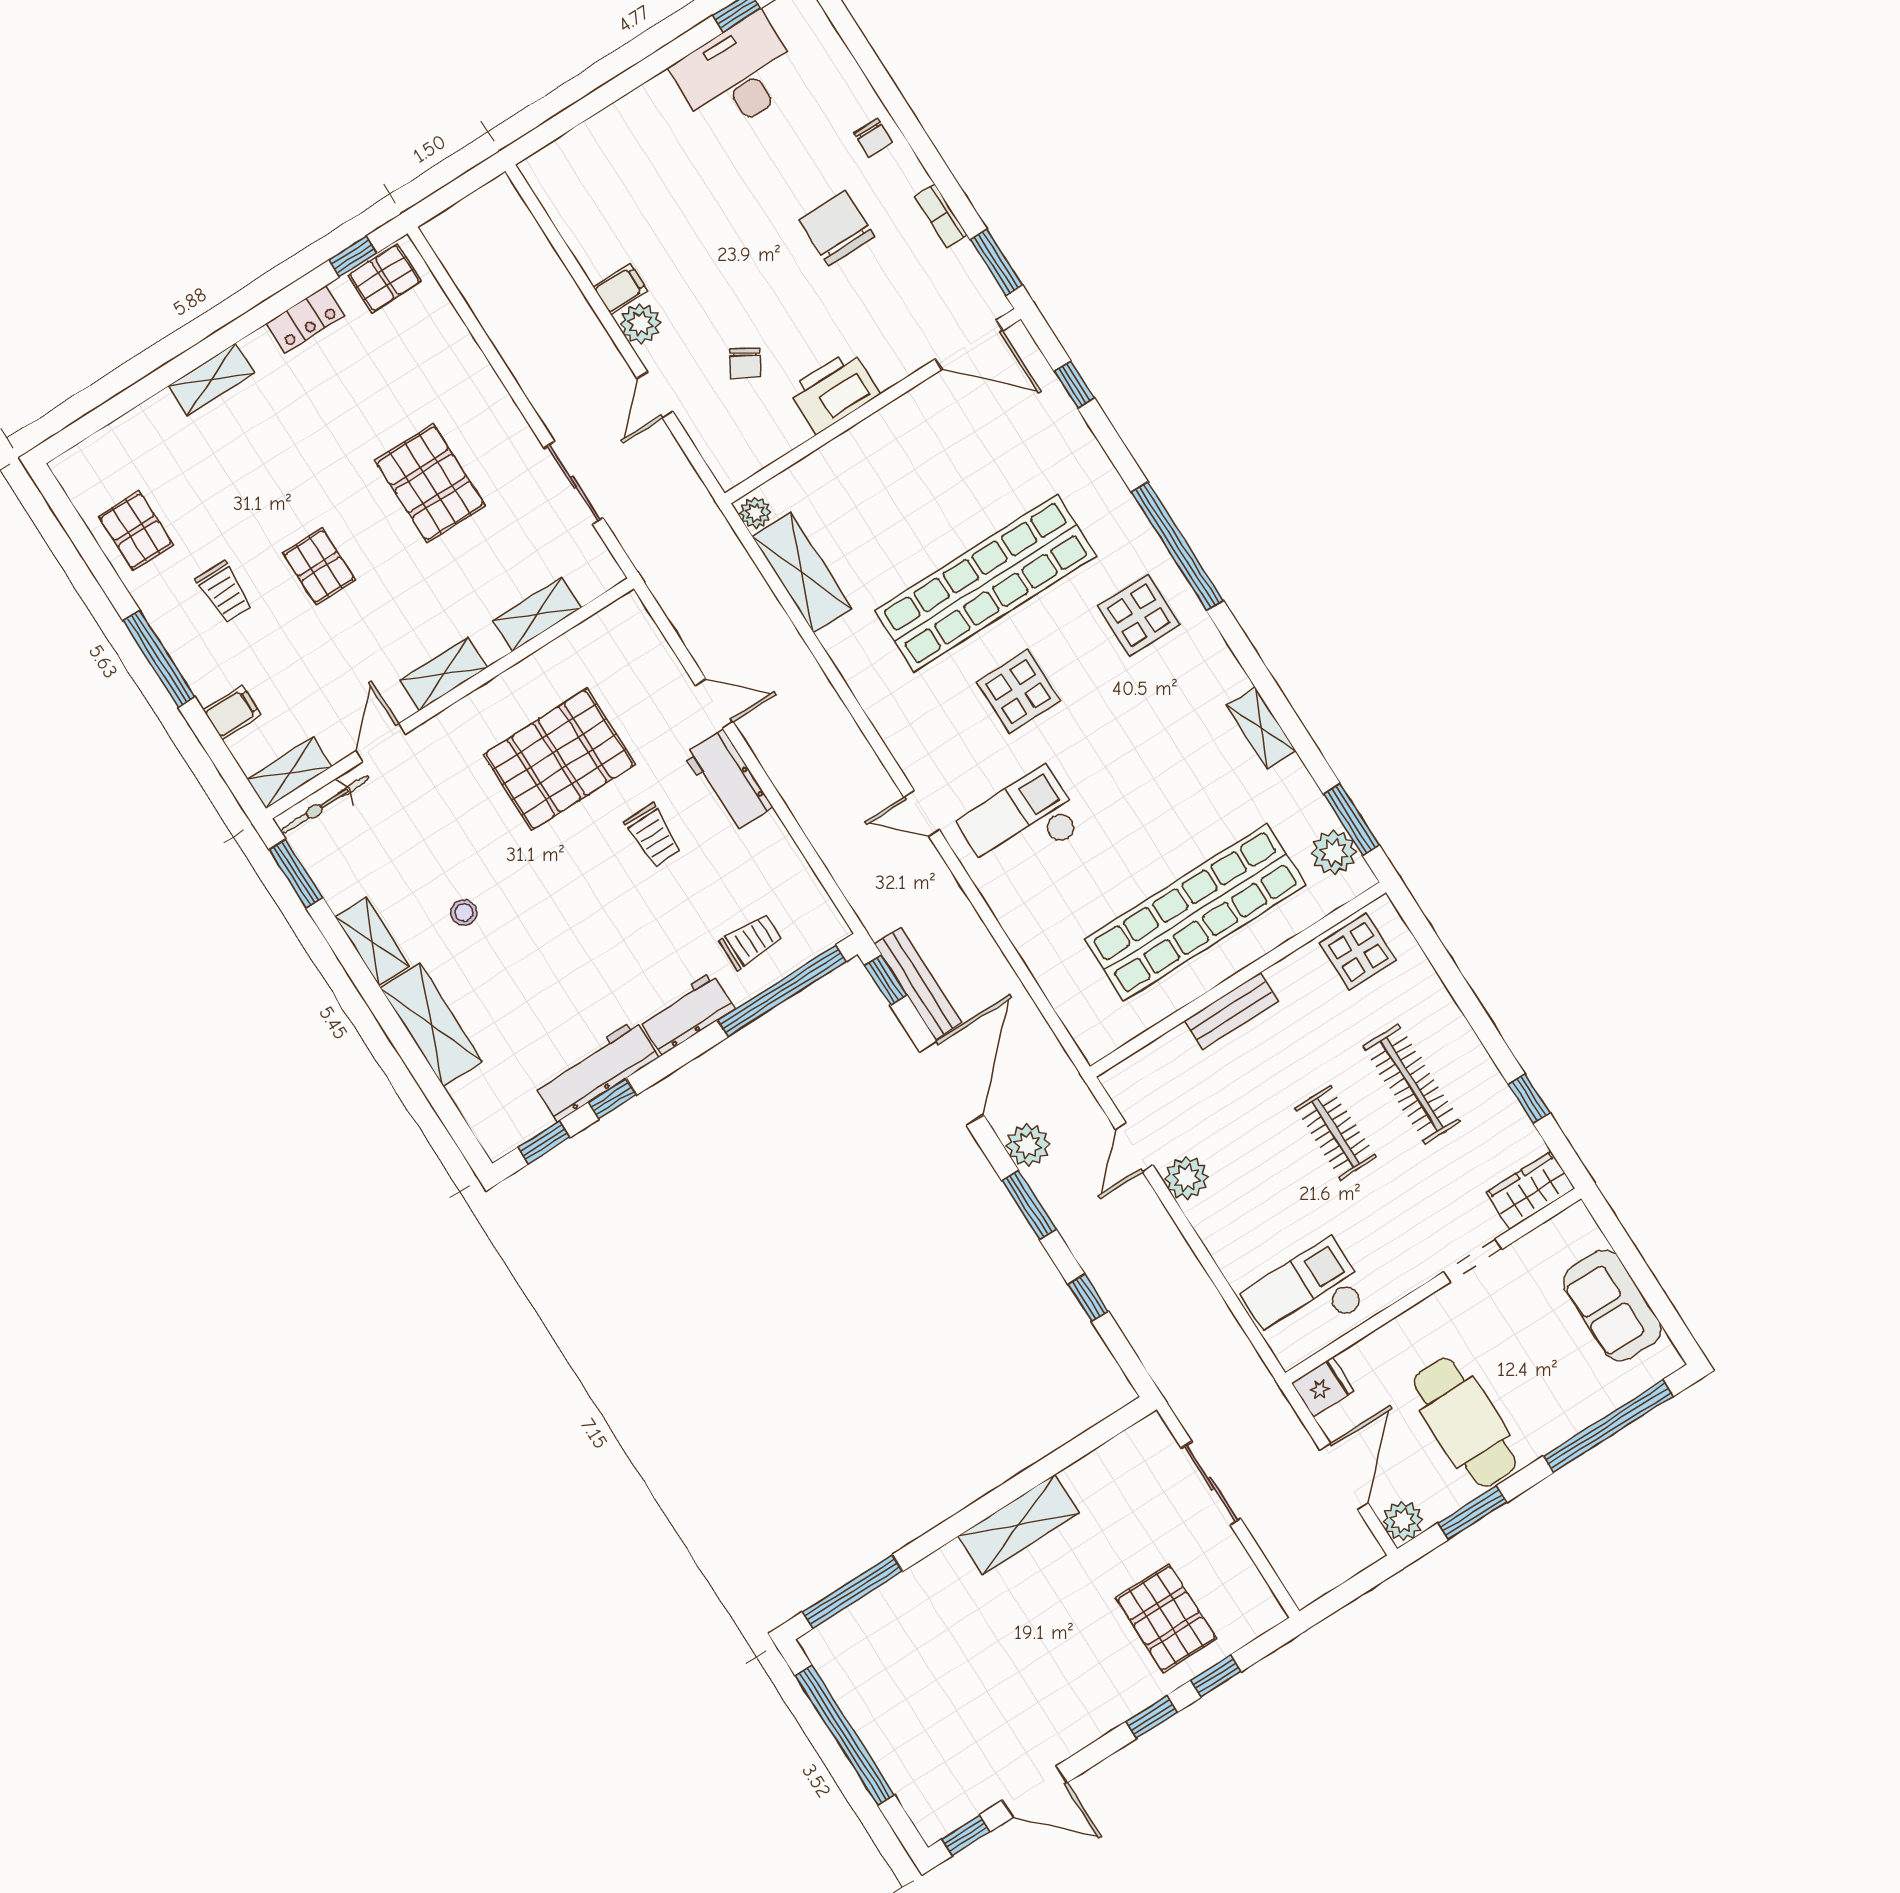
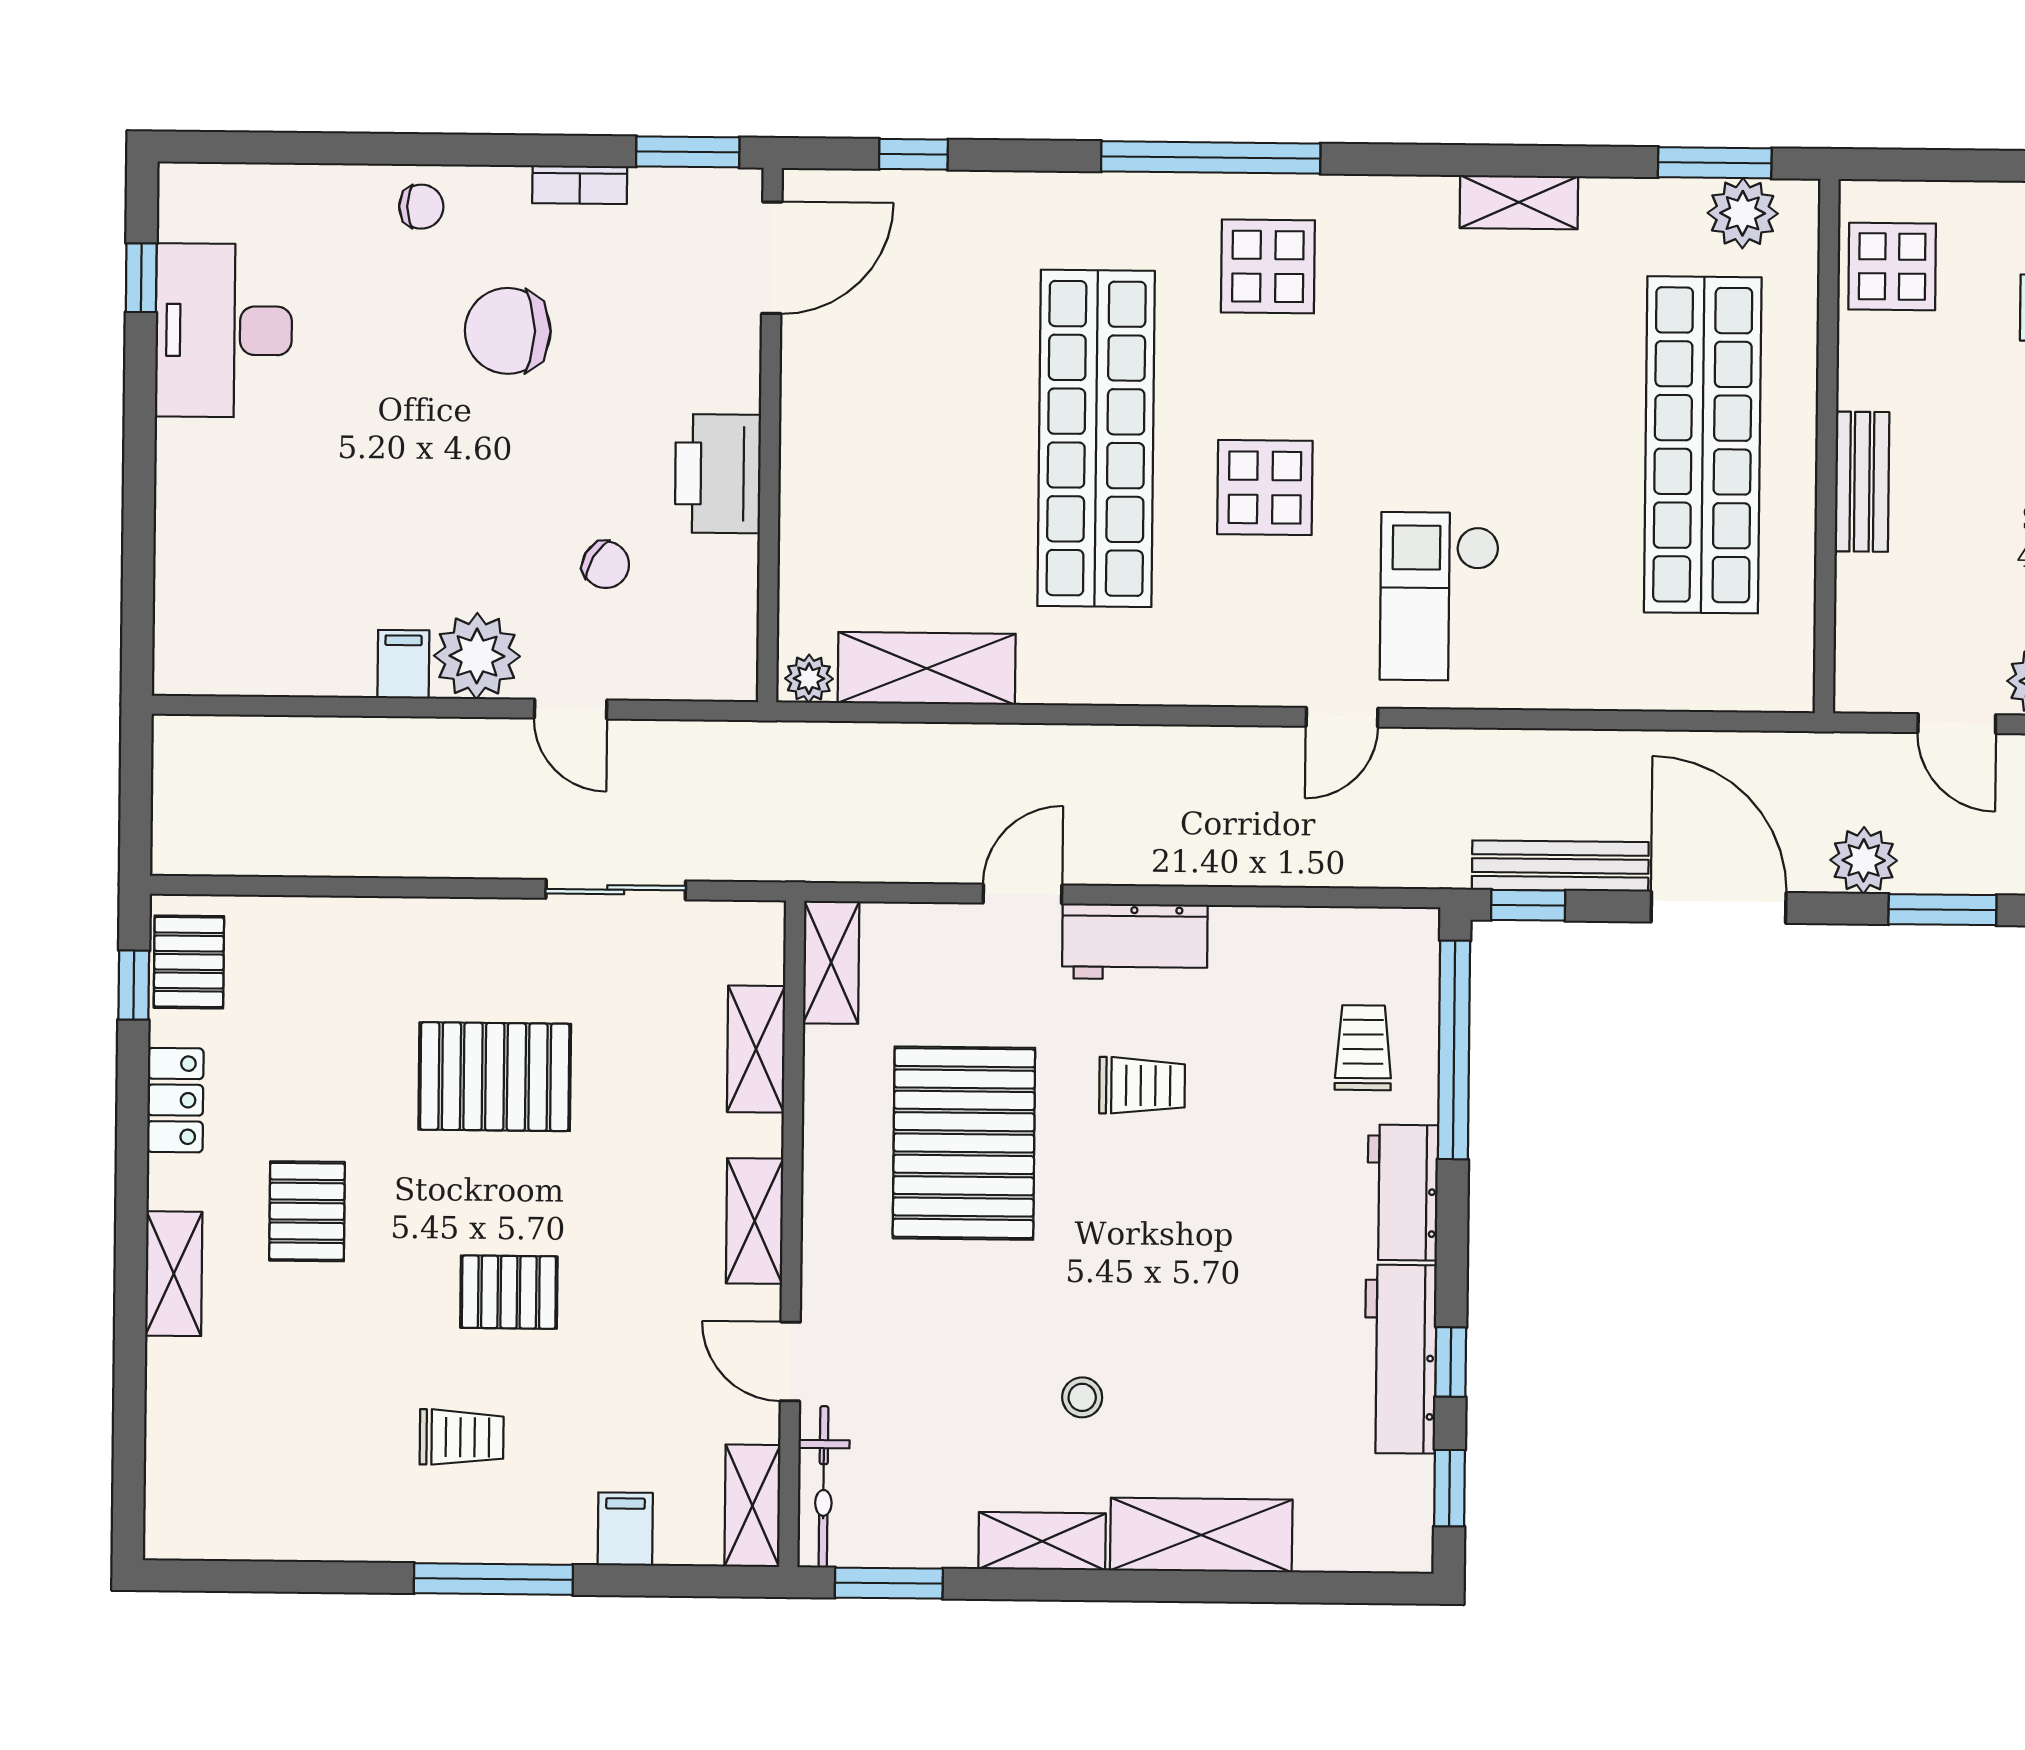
plant: (641, 324) -> (477, 656), width x1.36, depth x1.36
pallet: (136, 531) -> (307, 1211), moved, turned 90
shelving: (610, 624) -> (831, 962), added

